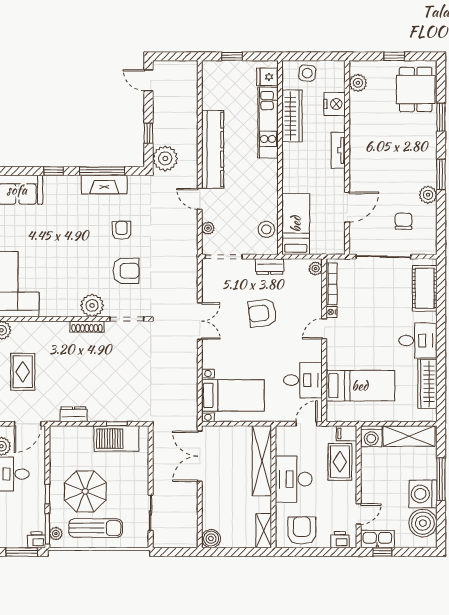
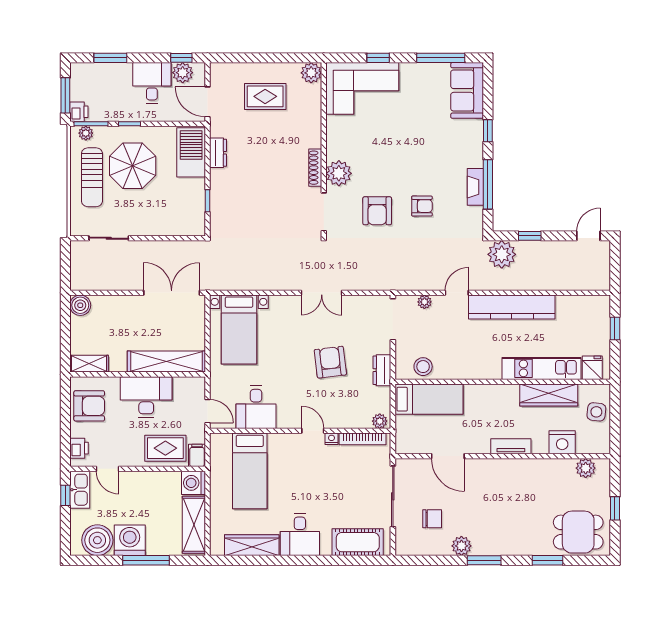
fireplace: (104, 185) -> (475, 187), width x0.73, depth x0.76
barbecue: (116, 439) -> (191, 152), moved

